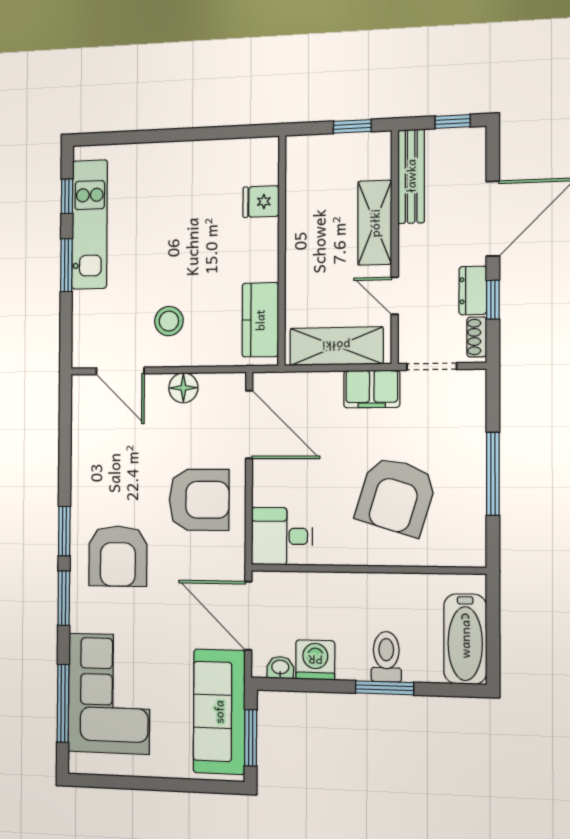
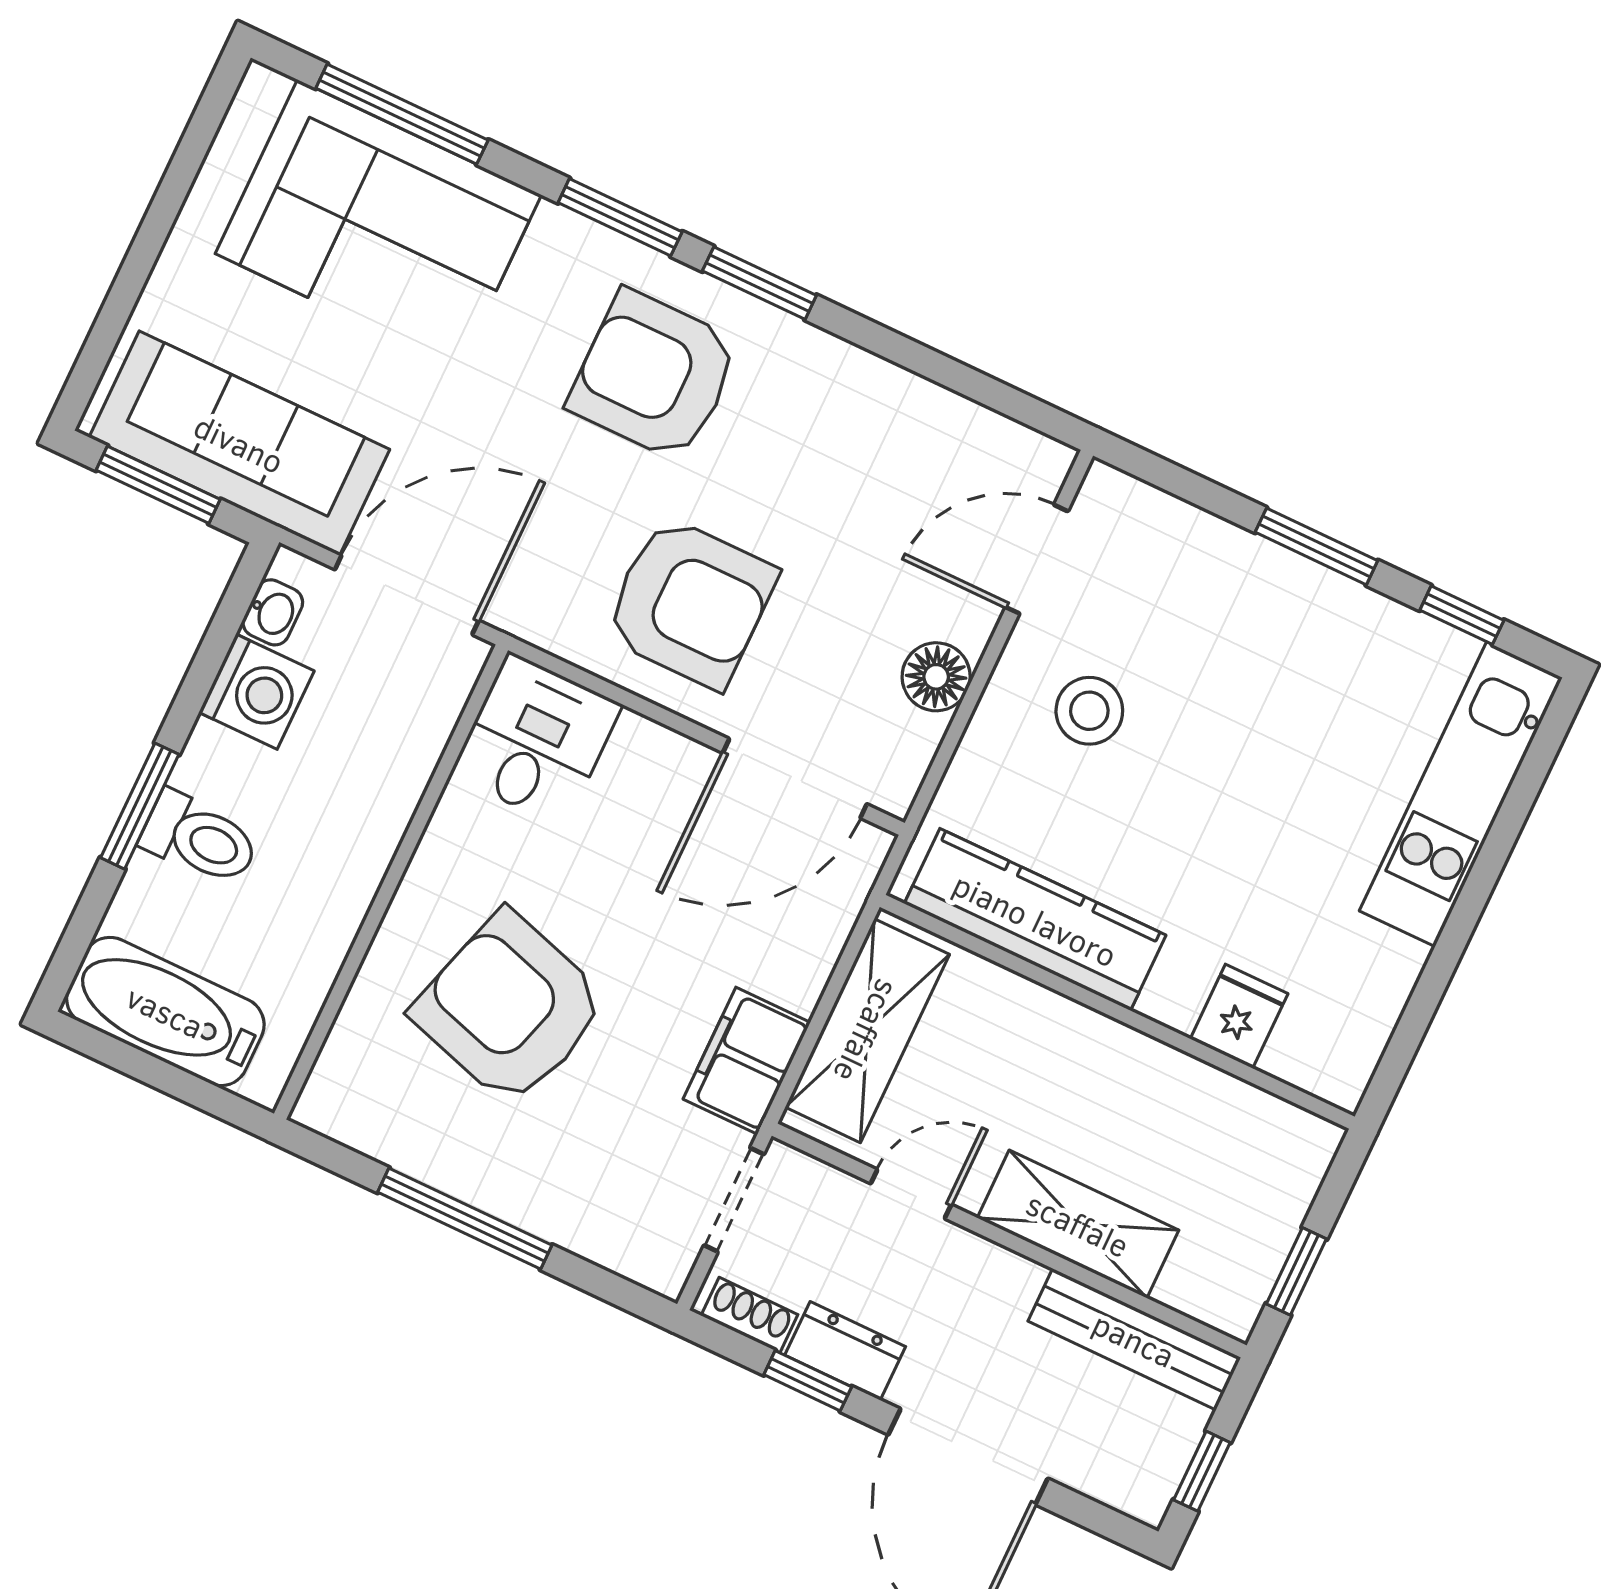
kitchen unit: (90, 225) -> (1461, 794), moved, turned 90
kitchen counter: (260, 320) -> (1035, 919), width x1.50
armchair: (199, 500) -> (690, 602), turned -90

